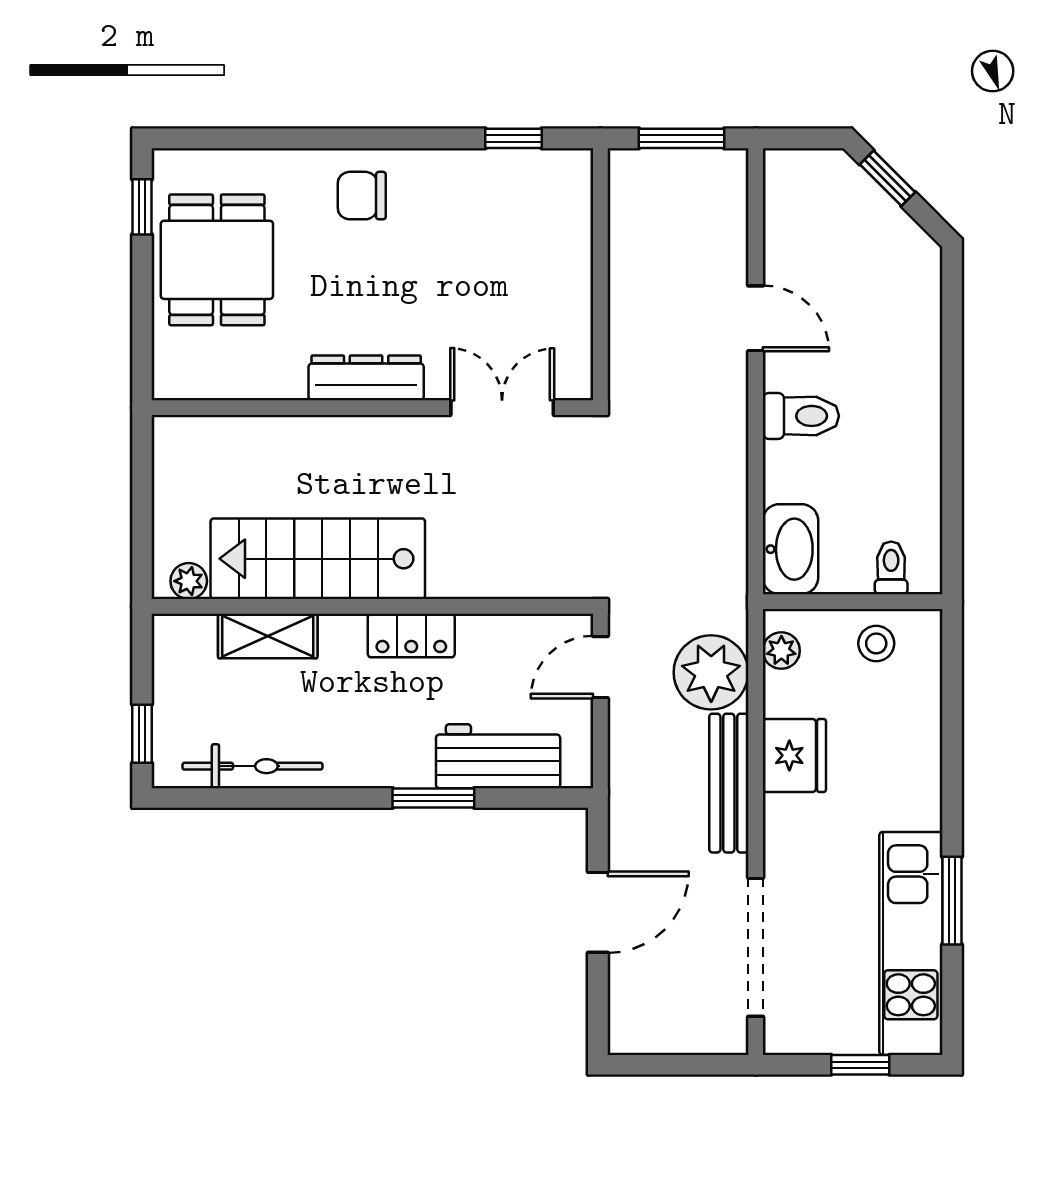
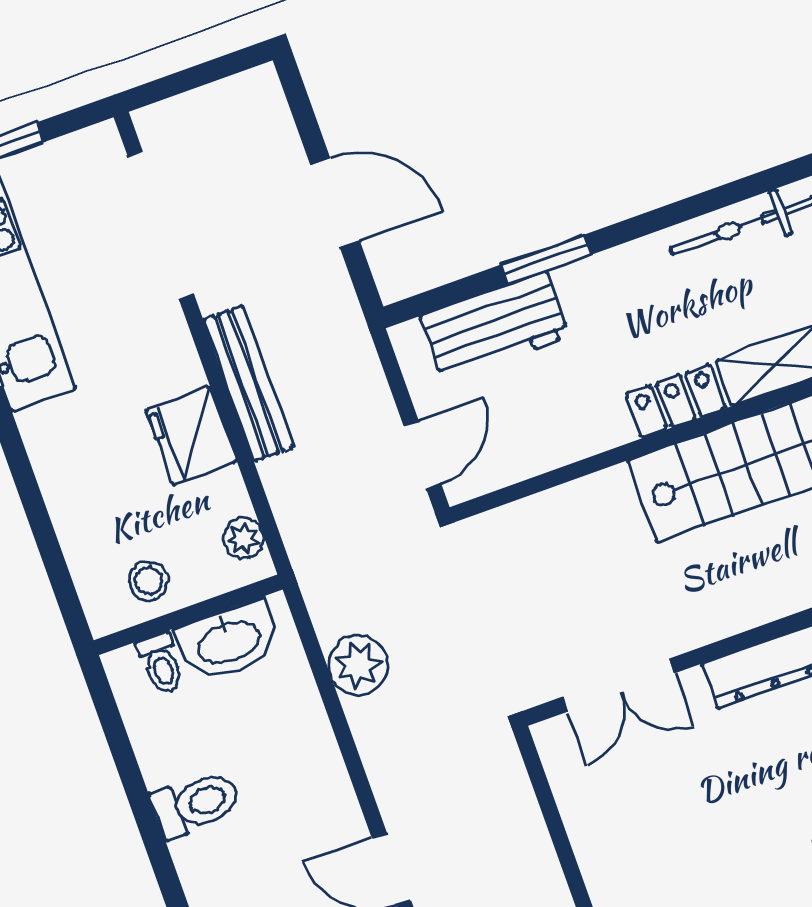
toilet: (801, 416) -> (196, 804), moved, turned 180
washbasin: (790, 549) -> (228, 641), moved, turned -90
locker: (411, 636) -> (676, 401), moved
plant: (711, 672) -> (358, 665), moved, width x0.73, depth x0.73
door: (598, 912) -> (335, 203), swing flipped

